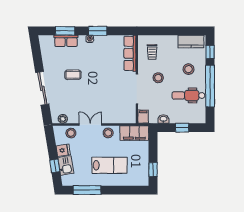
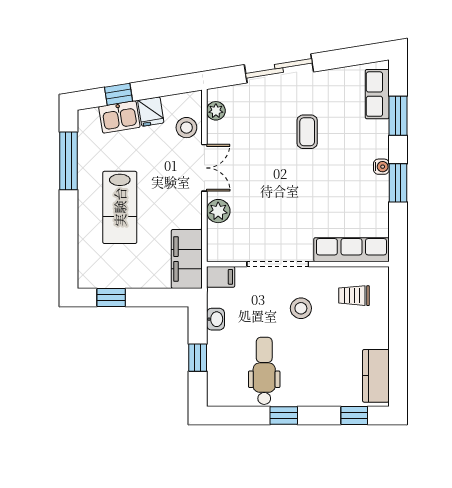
row of seats: (66, 41) -> (377, 94), moved
stool: (188, 69) -> (319, 371), removed
window: (210, 86) -> (284, 415), width x0.32
plant: (111, 118) -> (218, 211), added
stool: (108, 133) -> (187, 205), removed

